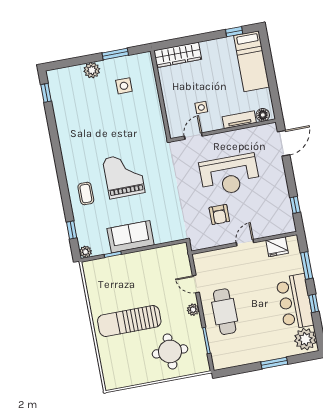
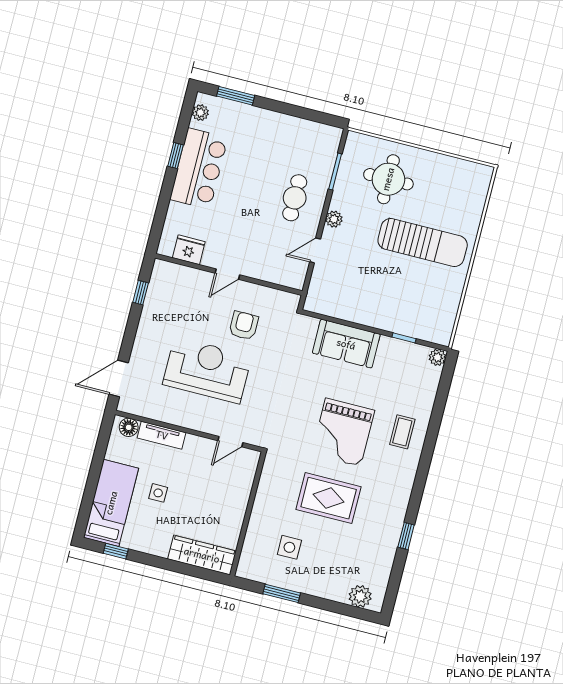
plant: (92, 70) -> (360, 596), moved
window: (46, 93) -> (406, 536), moved
side table: (201, 107) -> (158, 493), moved
rug: (113, 129) -> (329, 498), added
window: (72, 230) -> (442, 393), removed
sofa: (131, 237) -> (346, 344), moved
window: (307, 266) -> (162, 208), removed
door: (196, 284) -> (315, 250), swing flipped
cafe table: (225, 312) -> (295, 198), width x0.73, depth x0.74
plant: (305, 339) -> (200, 113), width x0.53, depth x0.53
window: (274, 363) -> (236, 96), moved

